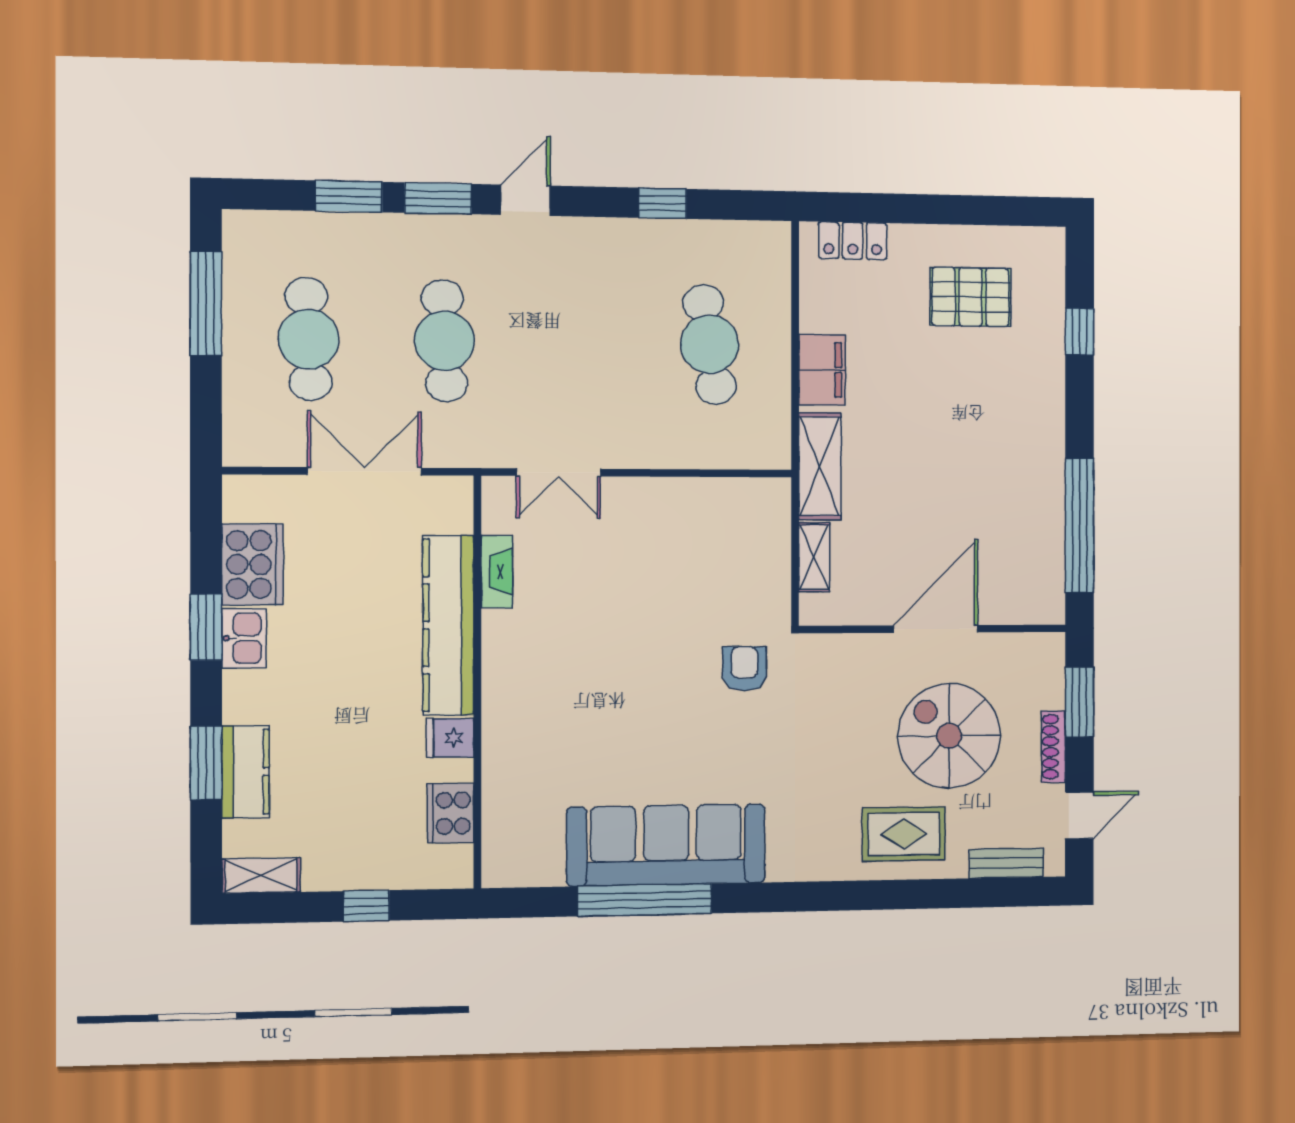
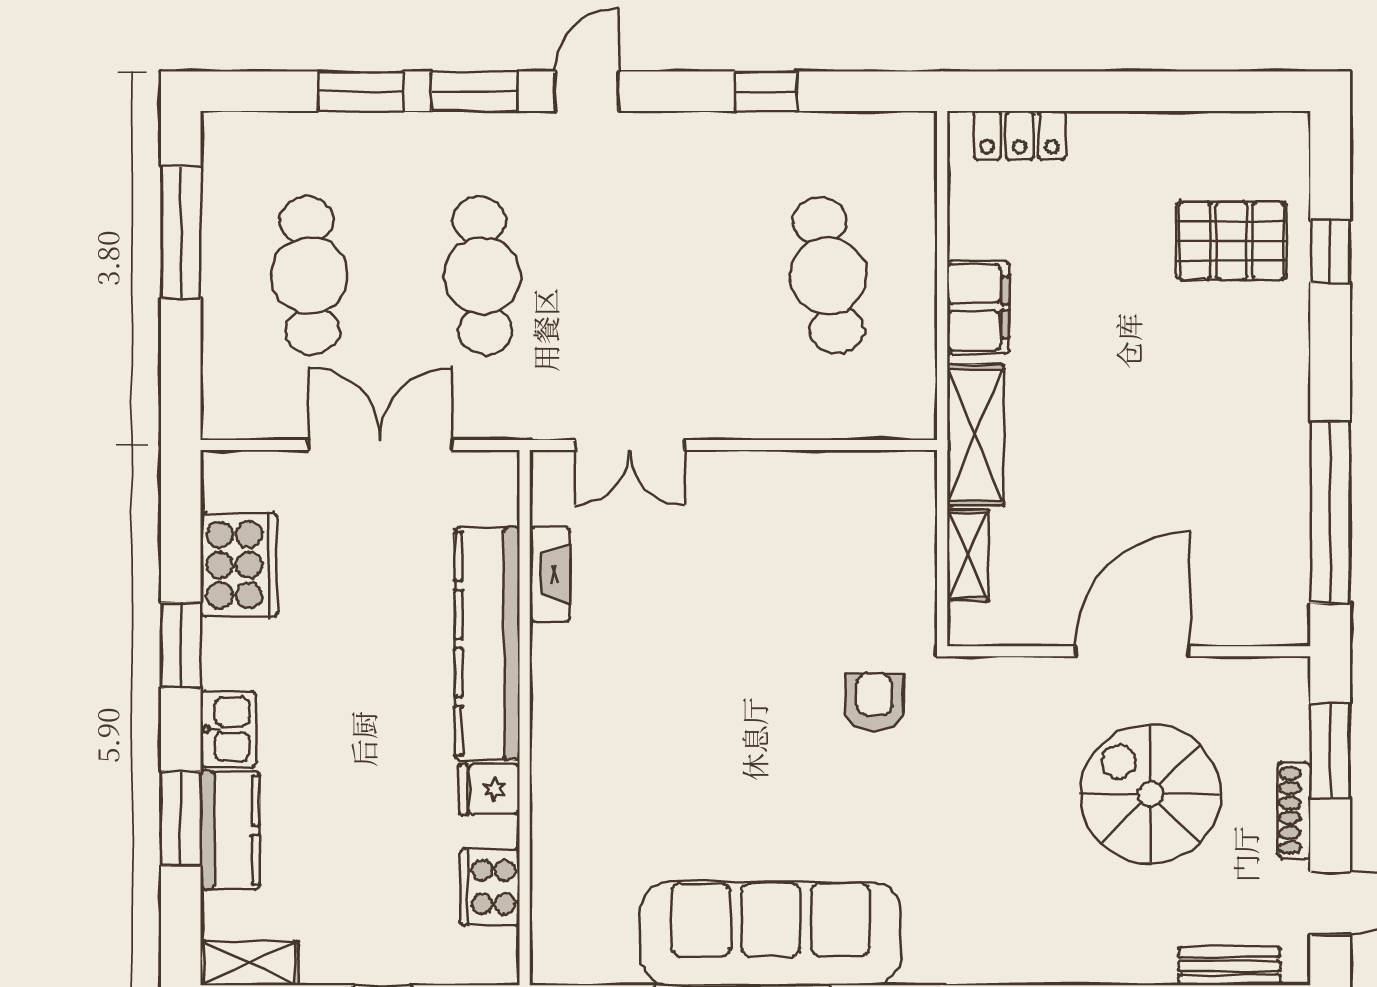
pallet: (971, 297) -> (1231, 241), moved
kitchen sink: (244, 638) -> (228, 729), moved
rug: (904, 834) -> (1089, 924), removed

